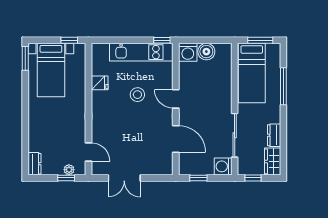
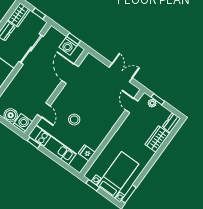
fridge: (100, 83) -> (87, 153), moved
door: (176, 99) -> (44, 110), moved
wardrobe: (37, 136) -> (157, 139), added
washing machine: (223, 166) -> (68, 46), moved, turned 90

